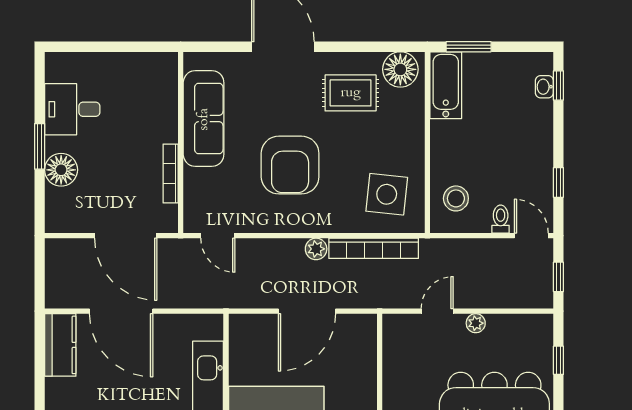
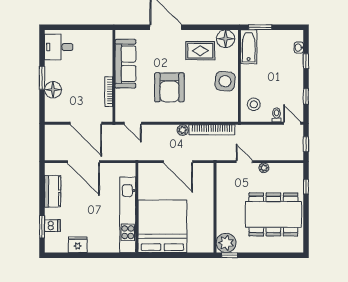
window: (558, 85) -> (306, 61), moved
desk: (72, 109) -> (59, 47), moved
side table: (387, 194) -> (225, 81), moved
door: (307, 311) -> (178, 162), hinge flipped
door: (437, 311) -> (244, 162), hinge flipped
kitchen counter: (60, 345) -> (53, 191), moved

